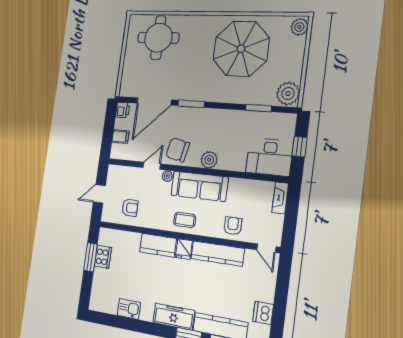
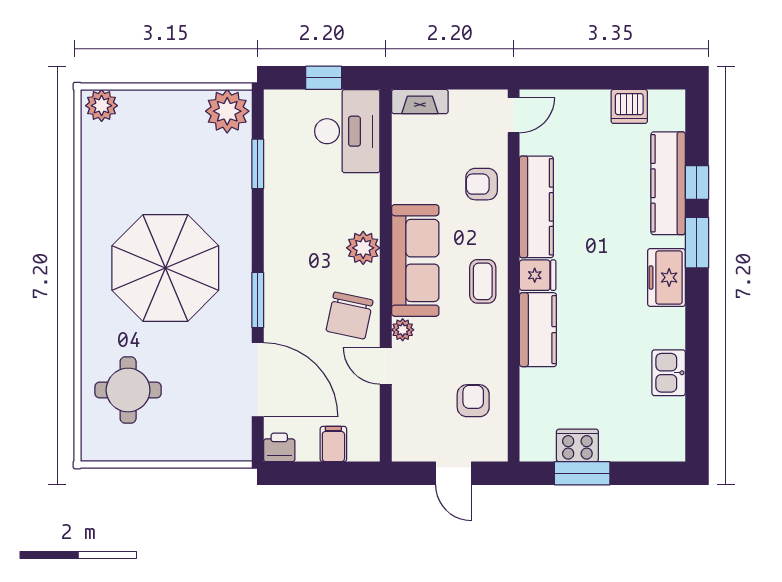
round table: (158, 38) -> (128, 390), width x0.73, depth x0.73
parasol: (241, 49) -> (165, 268), moved
freezer: (174, 317) -> (666, 277), width x0.71

